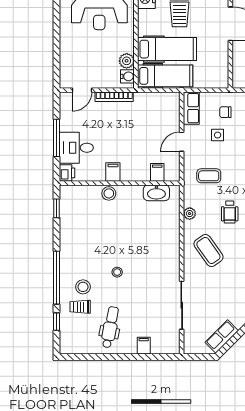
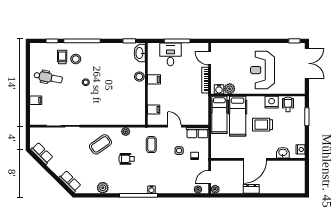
printer: (67, 173) -> (153, 48), removed
washbasin: (156, 193) -> (140, 53), moved

